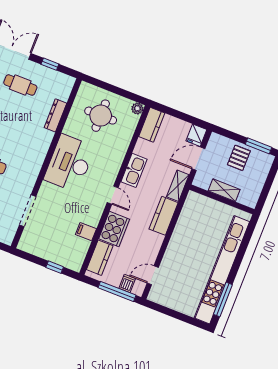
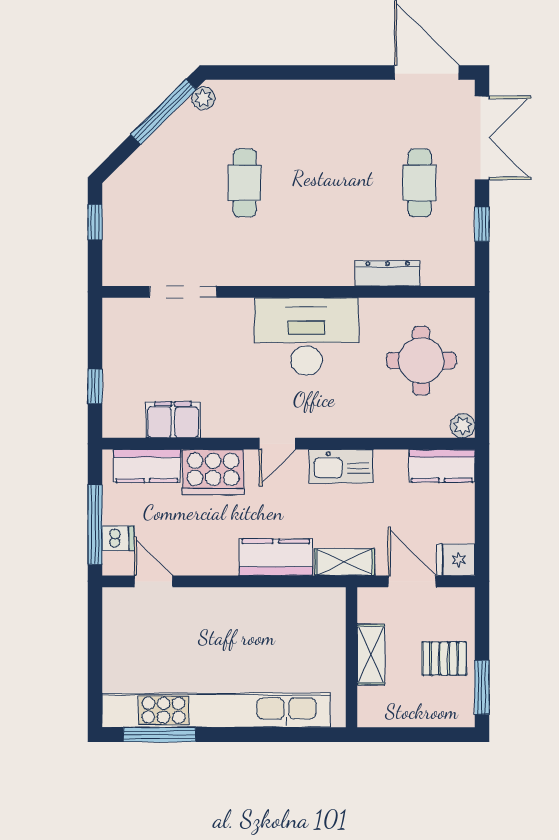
filing cabinet: (86, 232) -> (173, 420), width x2.00

